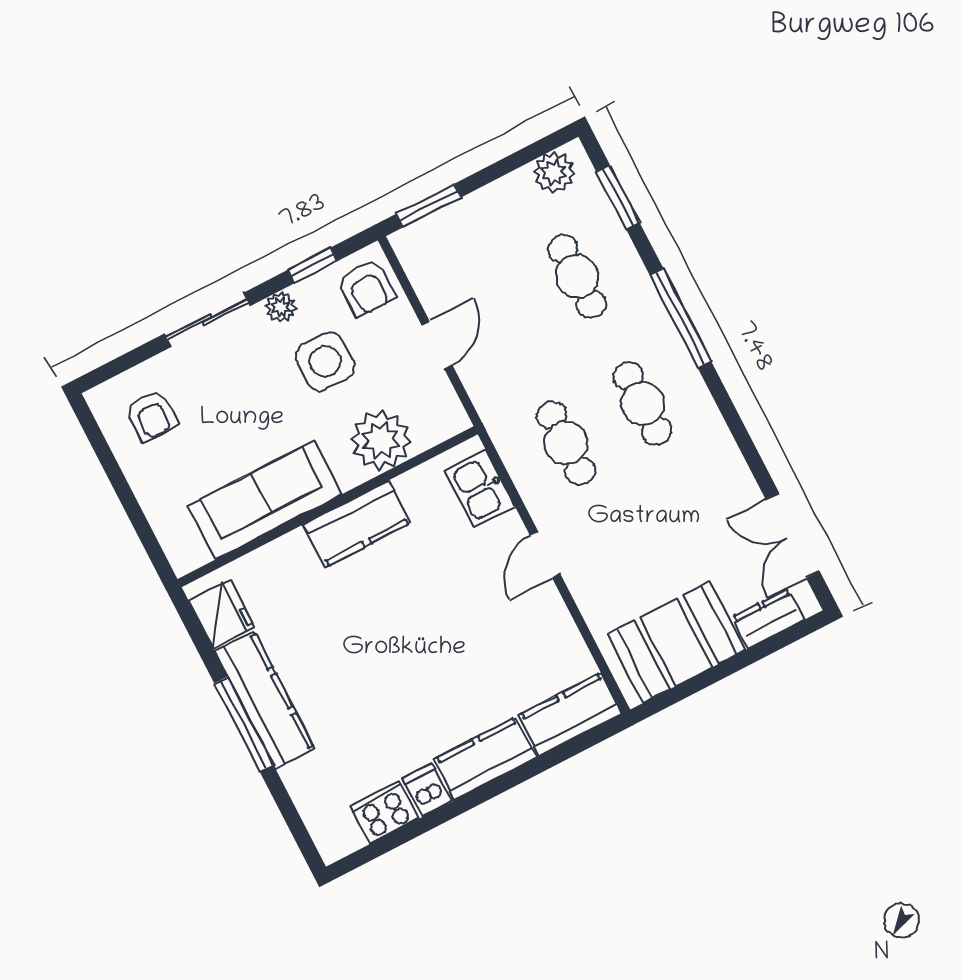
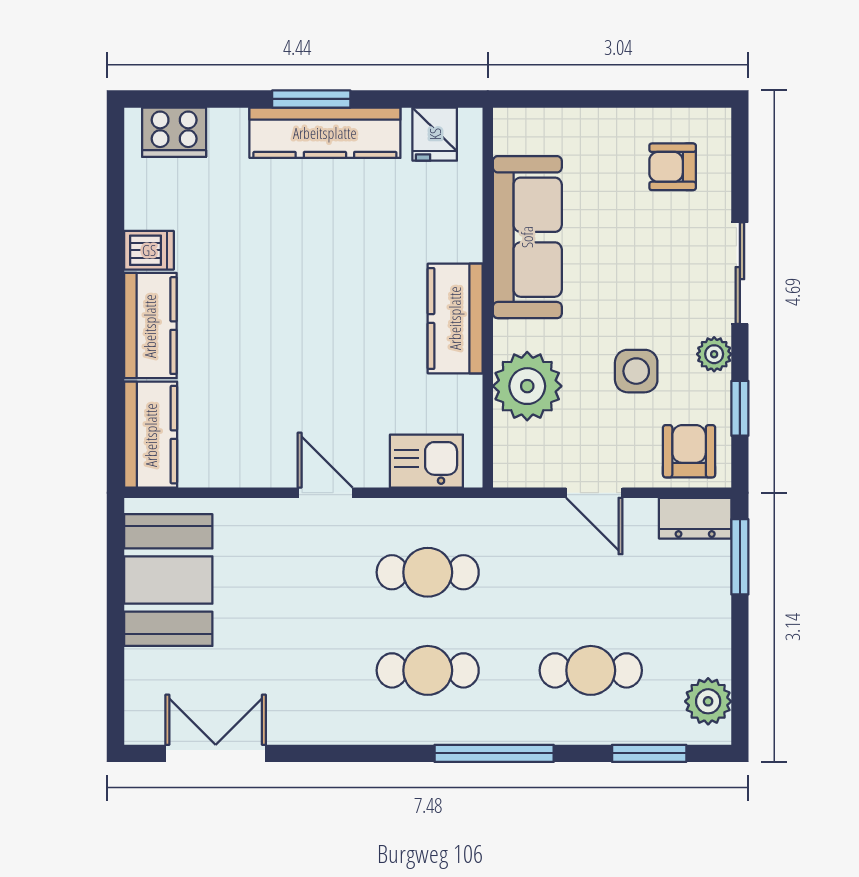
armchair: (366, 288) -> (689, 451), turned 90
side table: (325, 361) -> (636, 371), width x0.73, depth x0.73
fridge: (222, 614) -> (435, 134), width x0.72
dresser: (768, 618) -> (695, 518), moved, turned 90
window: (244, 724) -> (311, 99), width x0.69
cooker: (385, 812) -> (174, 132), moved, turned 90

